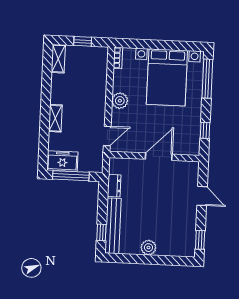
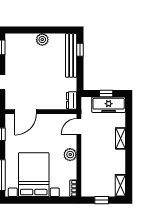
door: (159, 157) -> (25, 112), moved
freezer: (62, 161) -> (109, 105), width x1.40
window: (71, 176) -> (106, 94), width x0.46
dresser: (114, 186) -> (72, 101), moved

